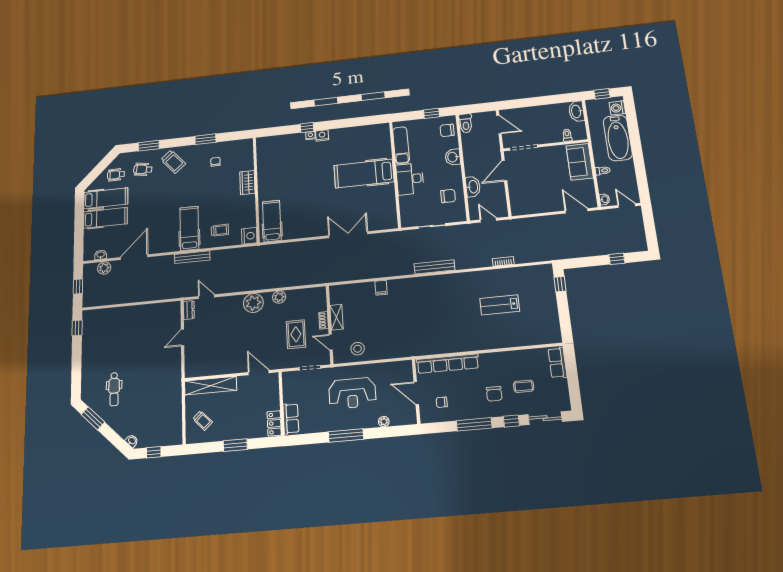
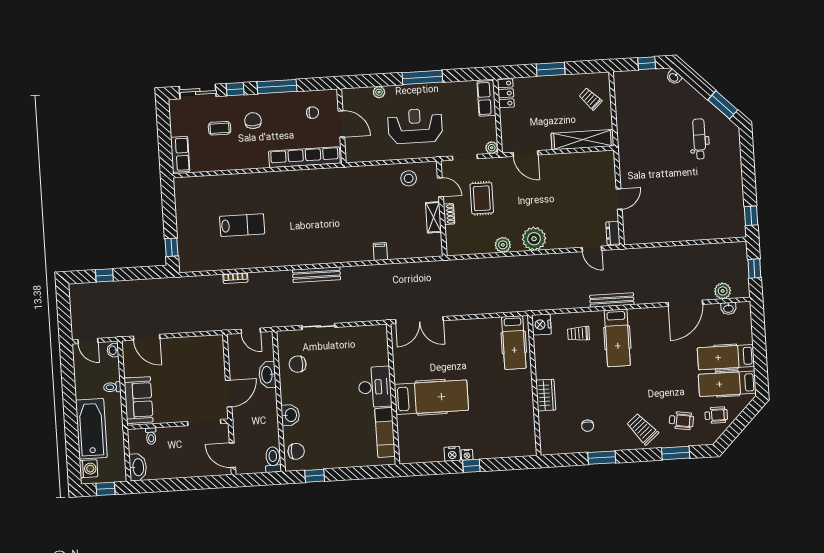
exam couch: (401, 145) -> (385, 433), moved
hospital bed: (364, 174) -> (431, 397), moved
wall: (395, 174) -> (393, 394), moved
desk: (410, 179) -> (375, 387), moved
plant: (287, 377) -> (492, 148), added

